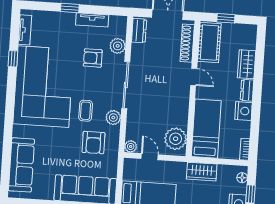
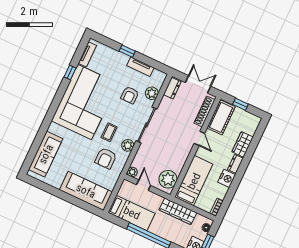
armchair: (93, 58) -> (130, 95), turned -90
wardrobe: (202, 172) -> (178, 211), width x1.50

